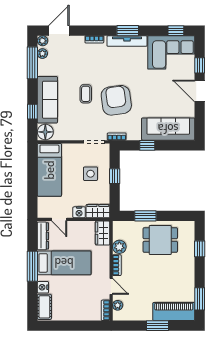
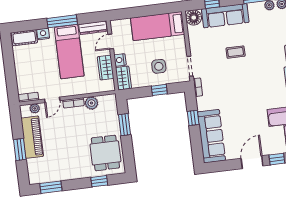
armchair: (116, 100) -> (233, 82), removed
wardrobe: (103, 233) -> (106, 68), moved, turned -90
dining table: (160, 240) -> (105, 153), moved
piano: (174, 311) -> (32, 137), moved

